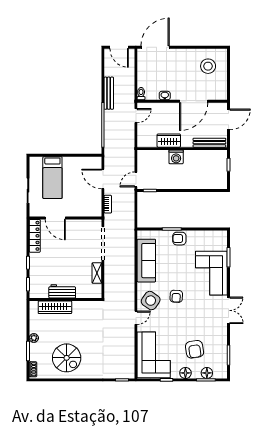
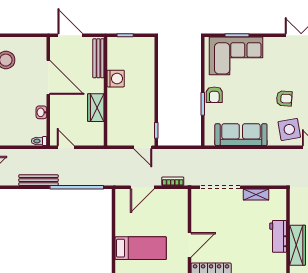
washing machine: (176, 157) -> (116, 79), moved
corner sofa: (211, 273) -> (236, 56), moved
side table: (151, 301) -> (289, 129), turned 45

